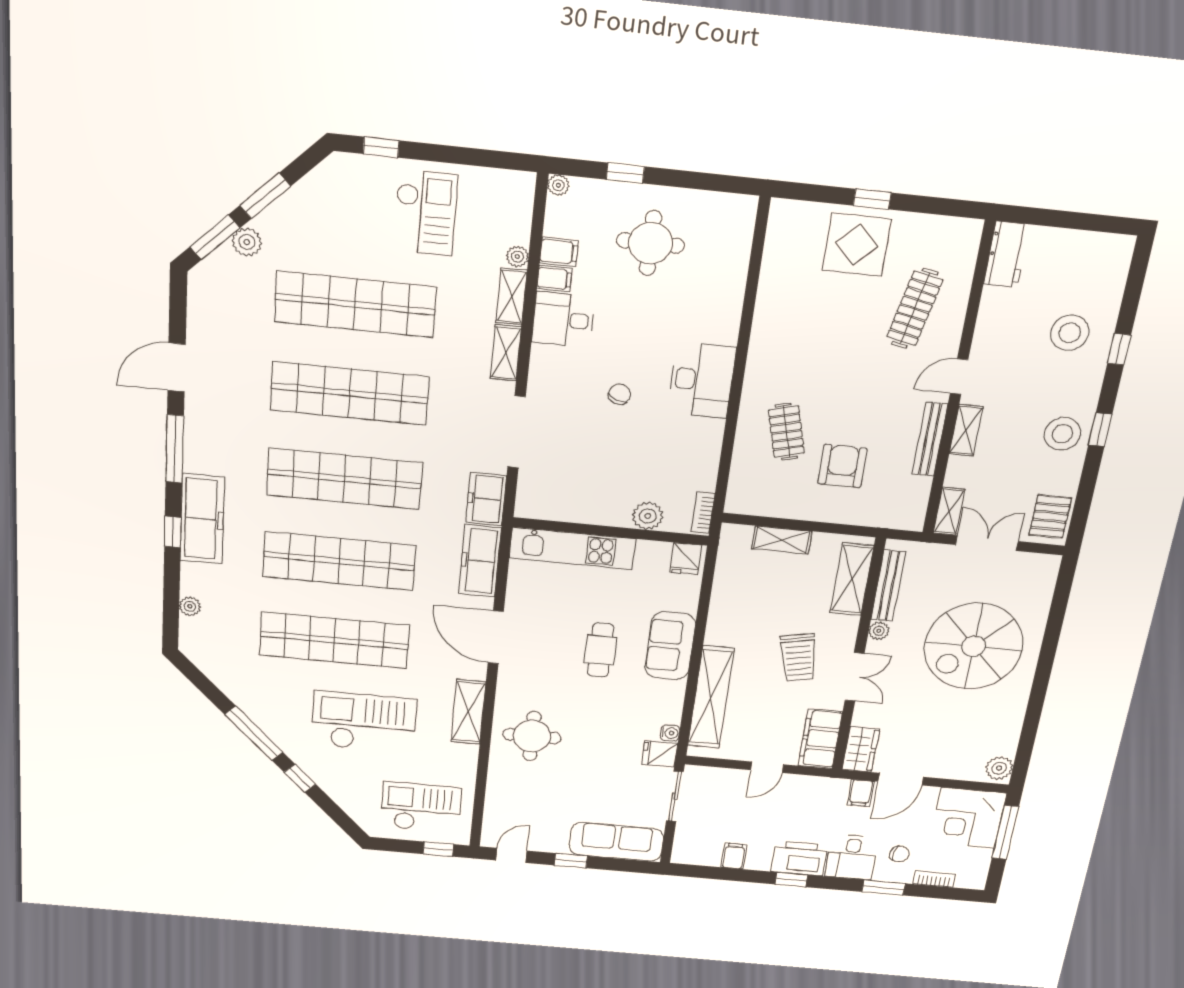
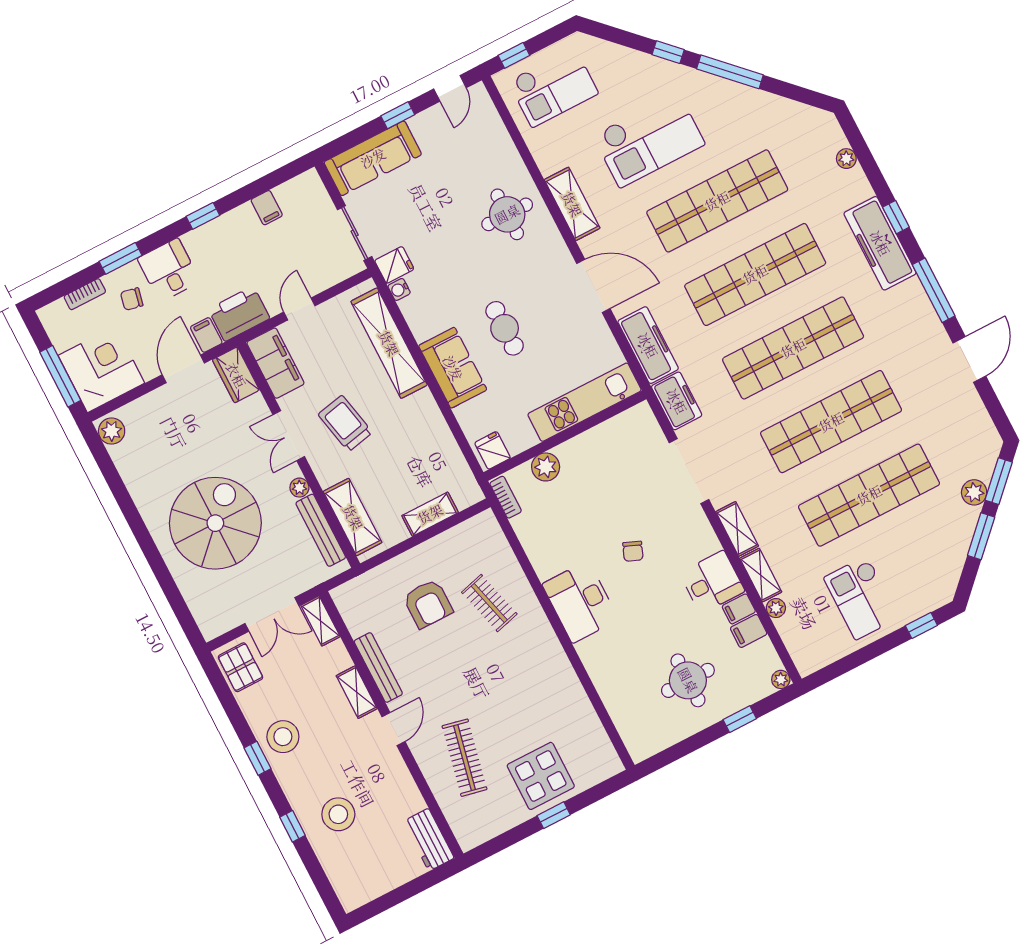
printer: (799, 858) -> (239, 314), moved, turned 180

